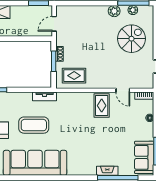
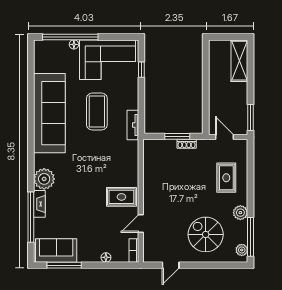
plant: (133, 10) -> (242, 250), moved
spiral stairs: (131, 39) -> (206, 234), turned 180
rug: (74, 76) -> (226, 178), moved
plant: (87, 167) -> (44, 179), added

